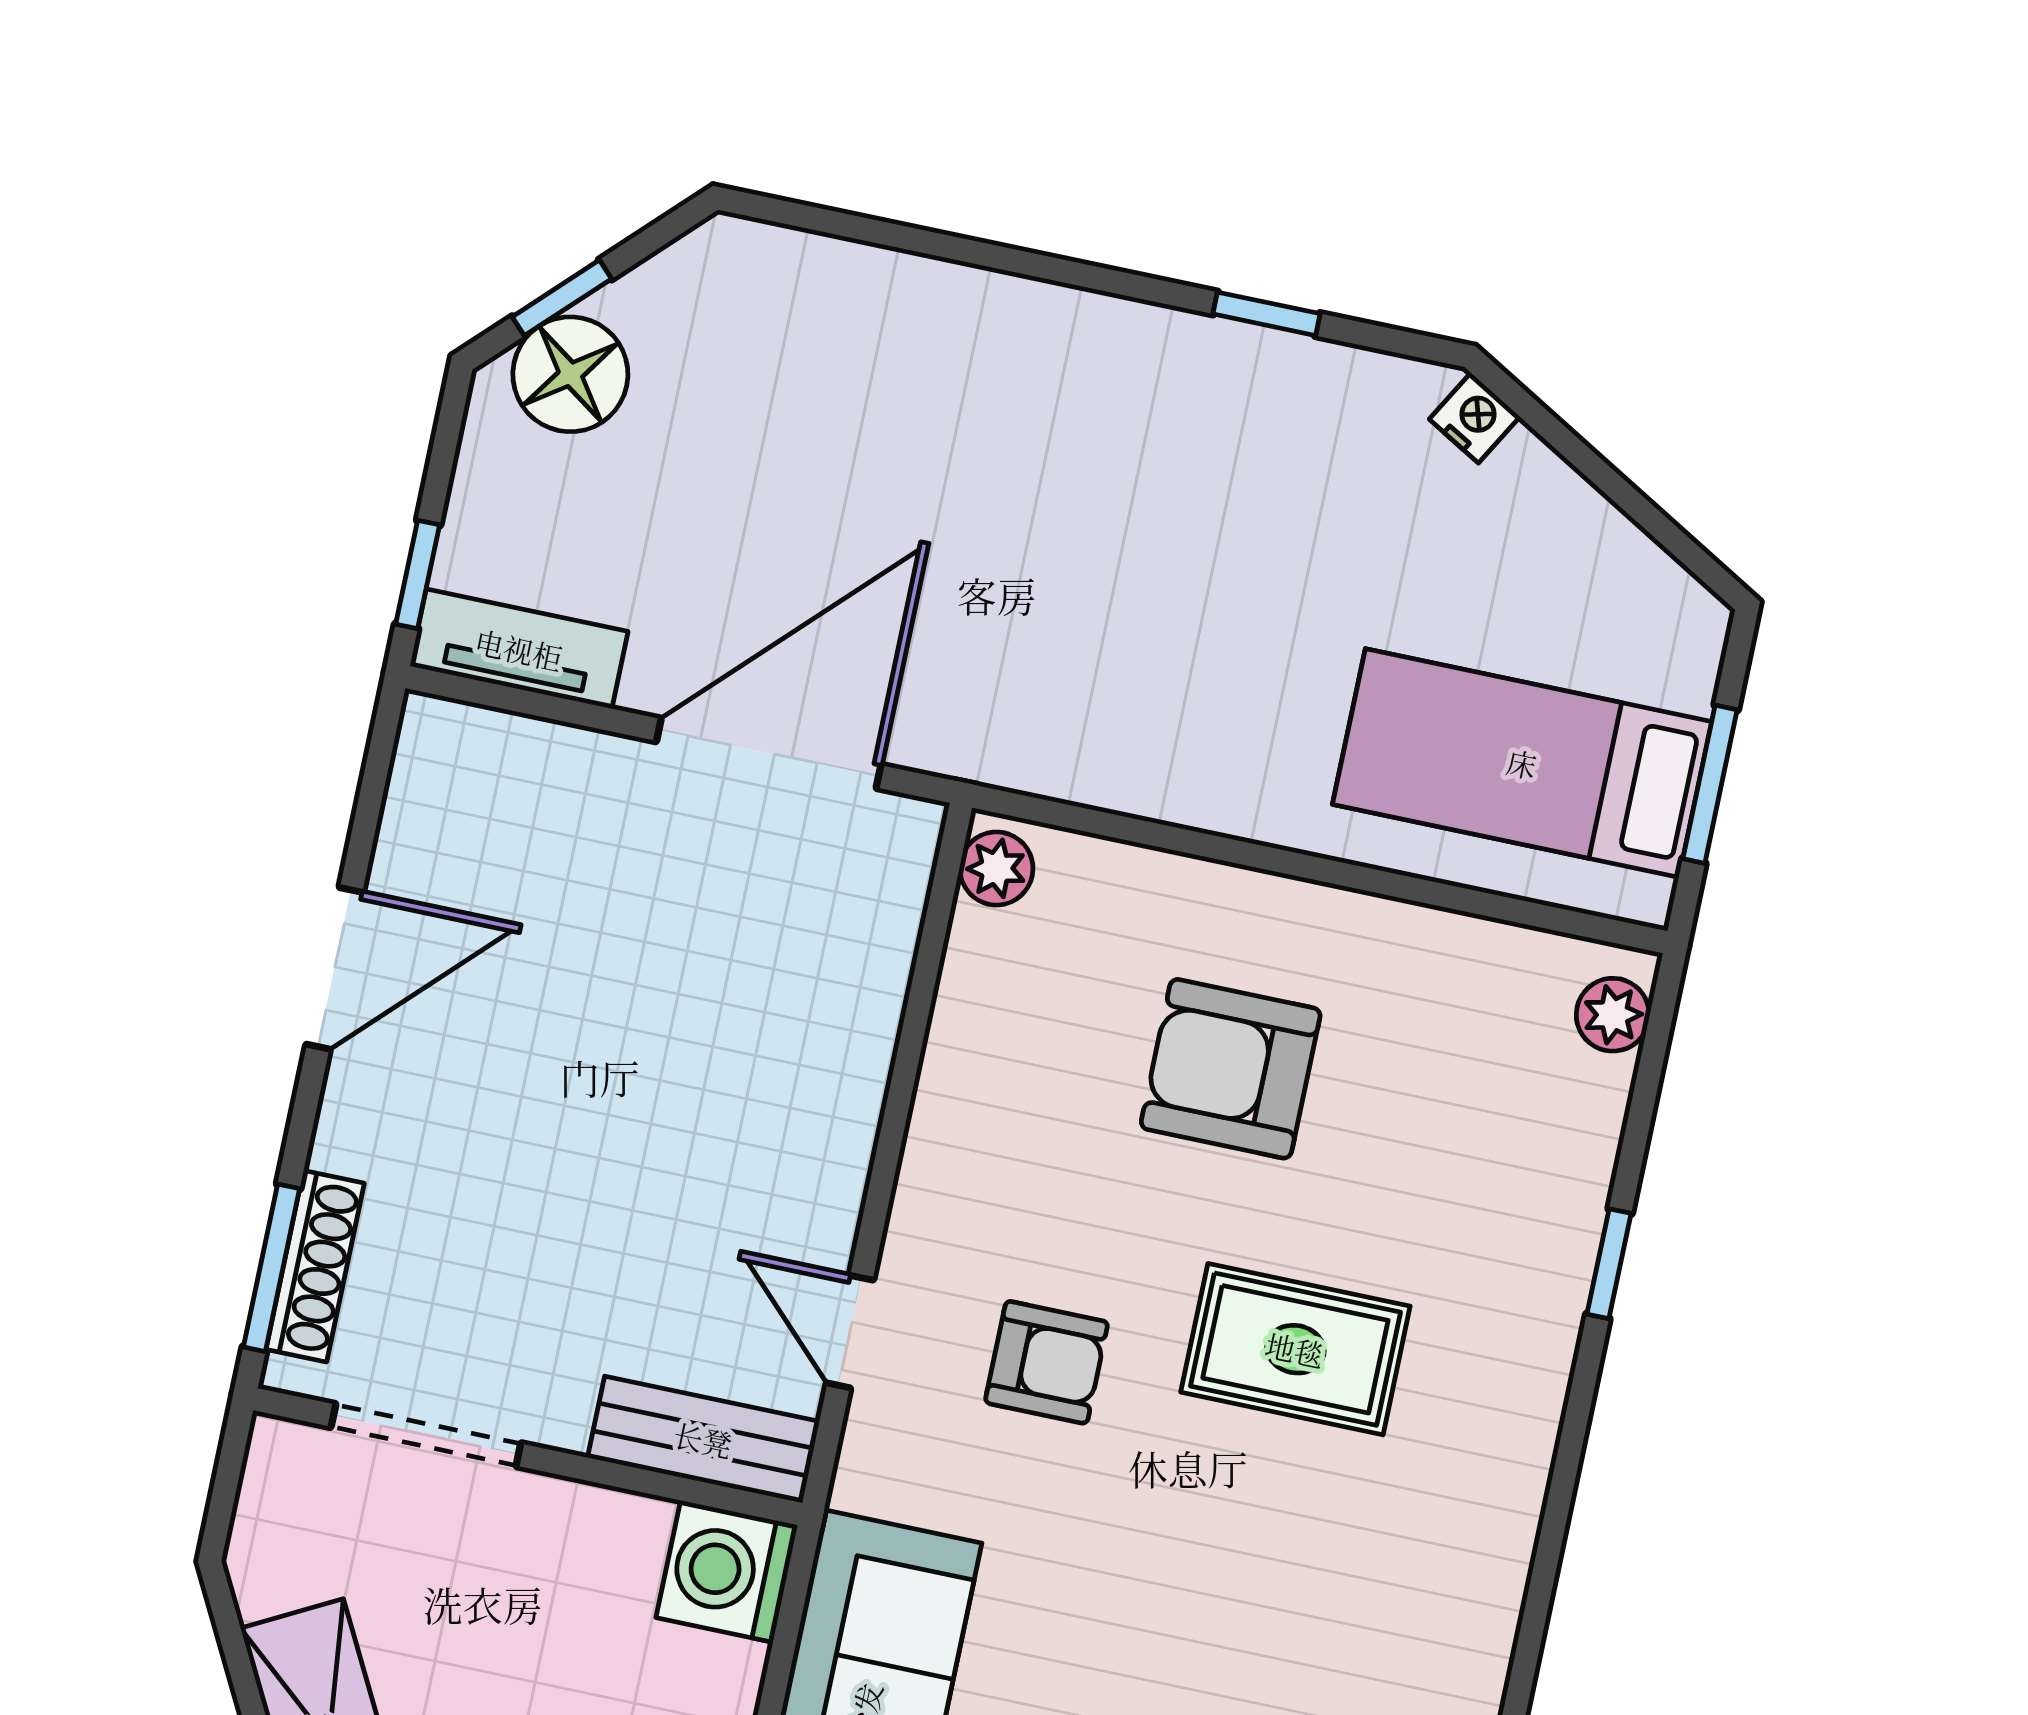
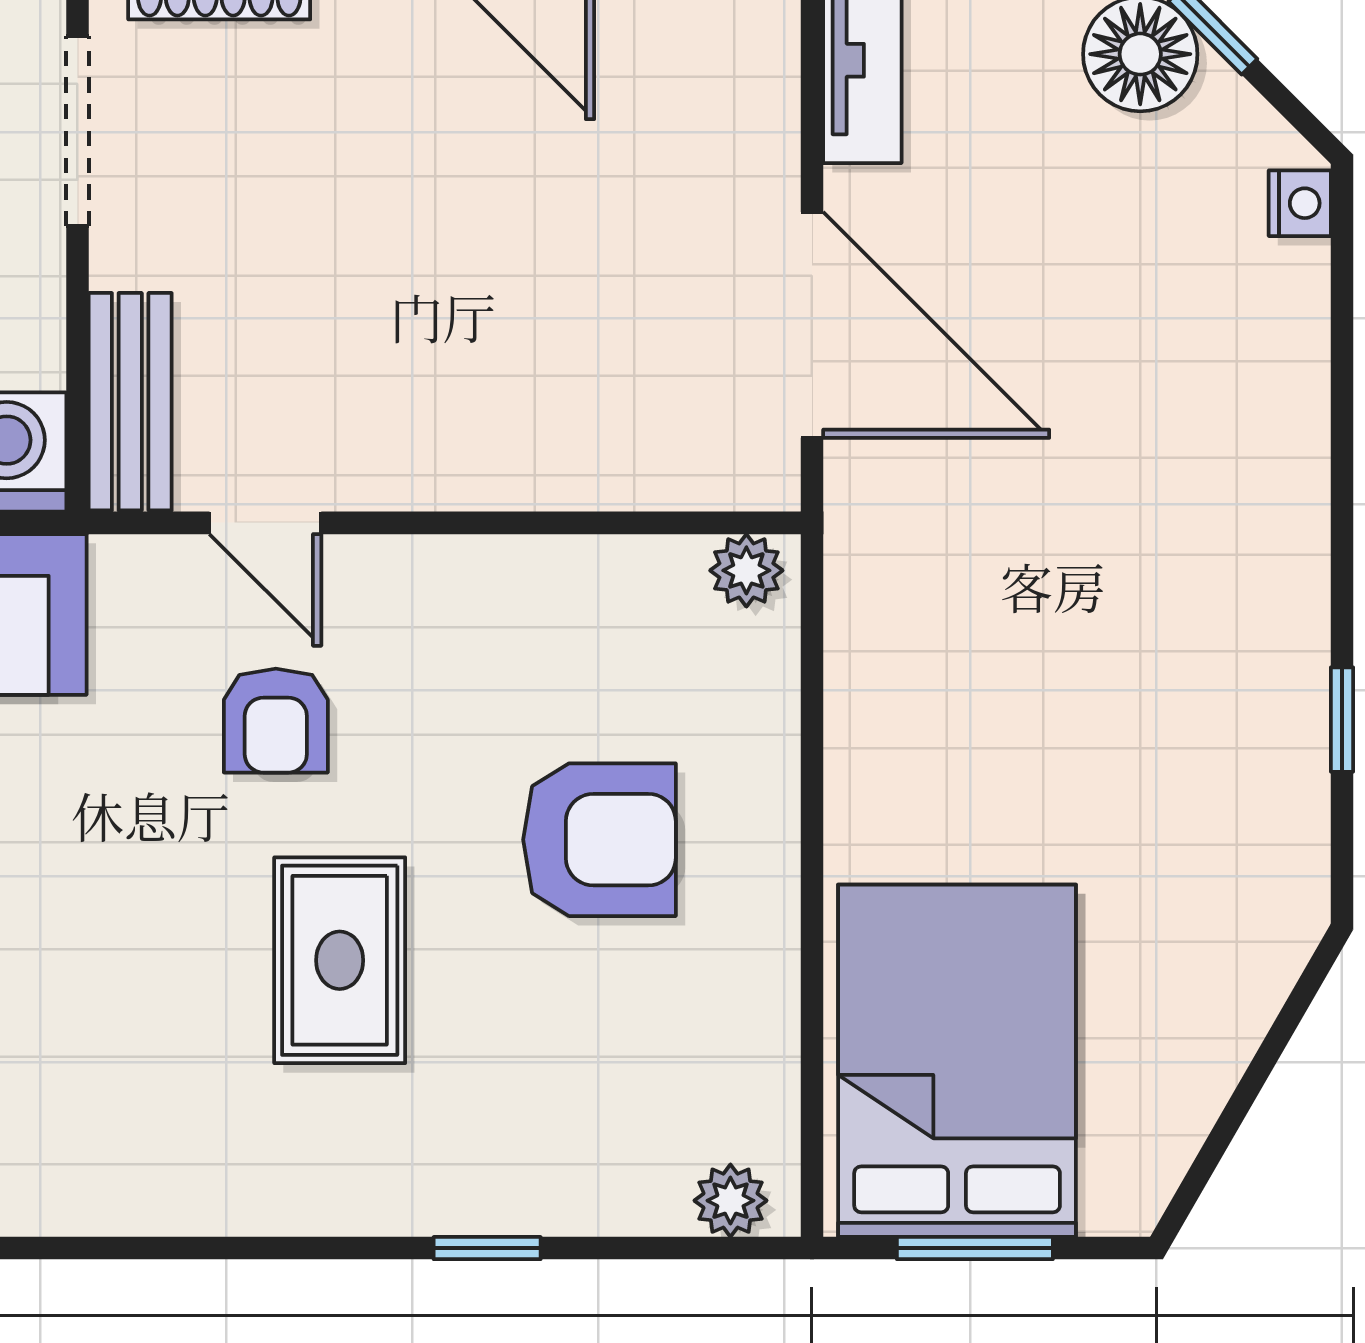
nightstand: (1475, 418) -> (1300, 203), moved, turned -30
bed: (1522, 763) -> (957, 1061), width x1.50
armchair: (1231, 1069) -> (599, 840), turned 90
door: (850, 1332) -> (265, 523), swing flipped

